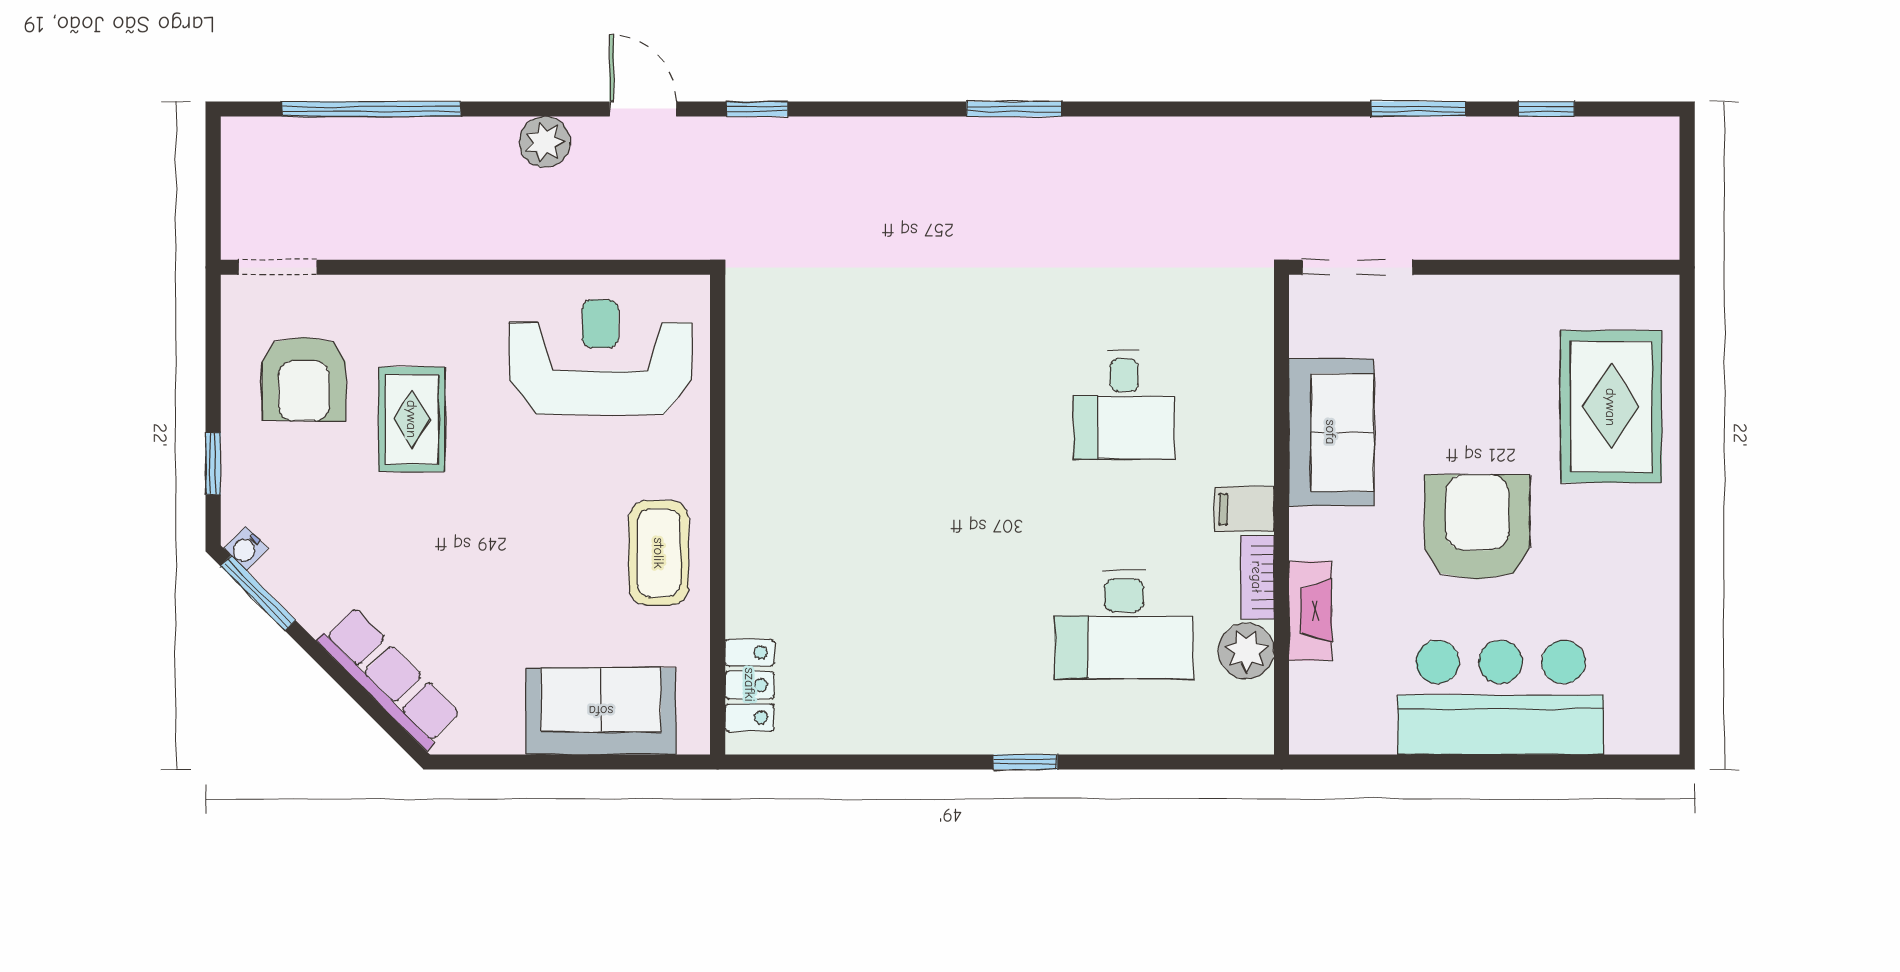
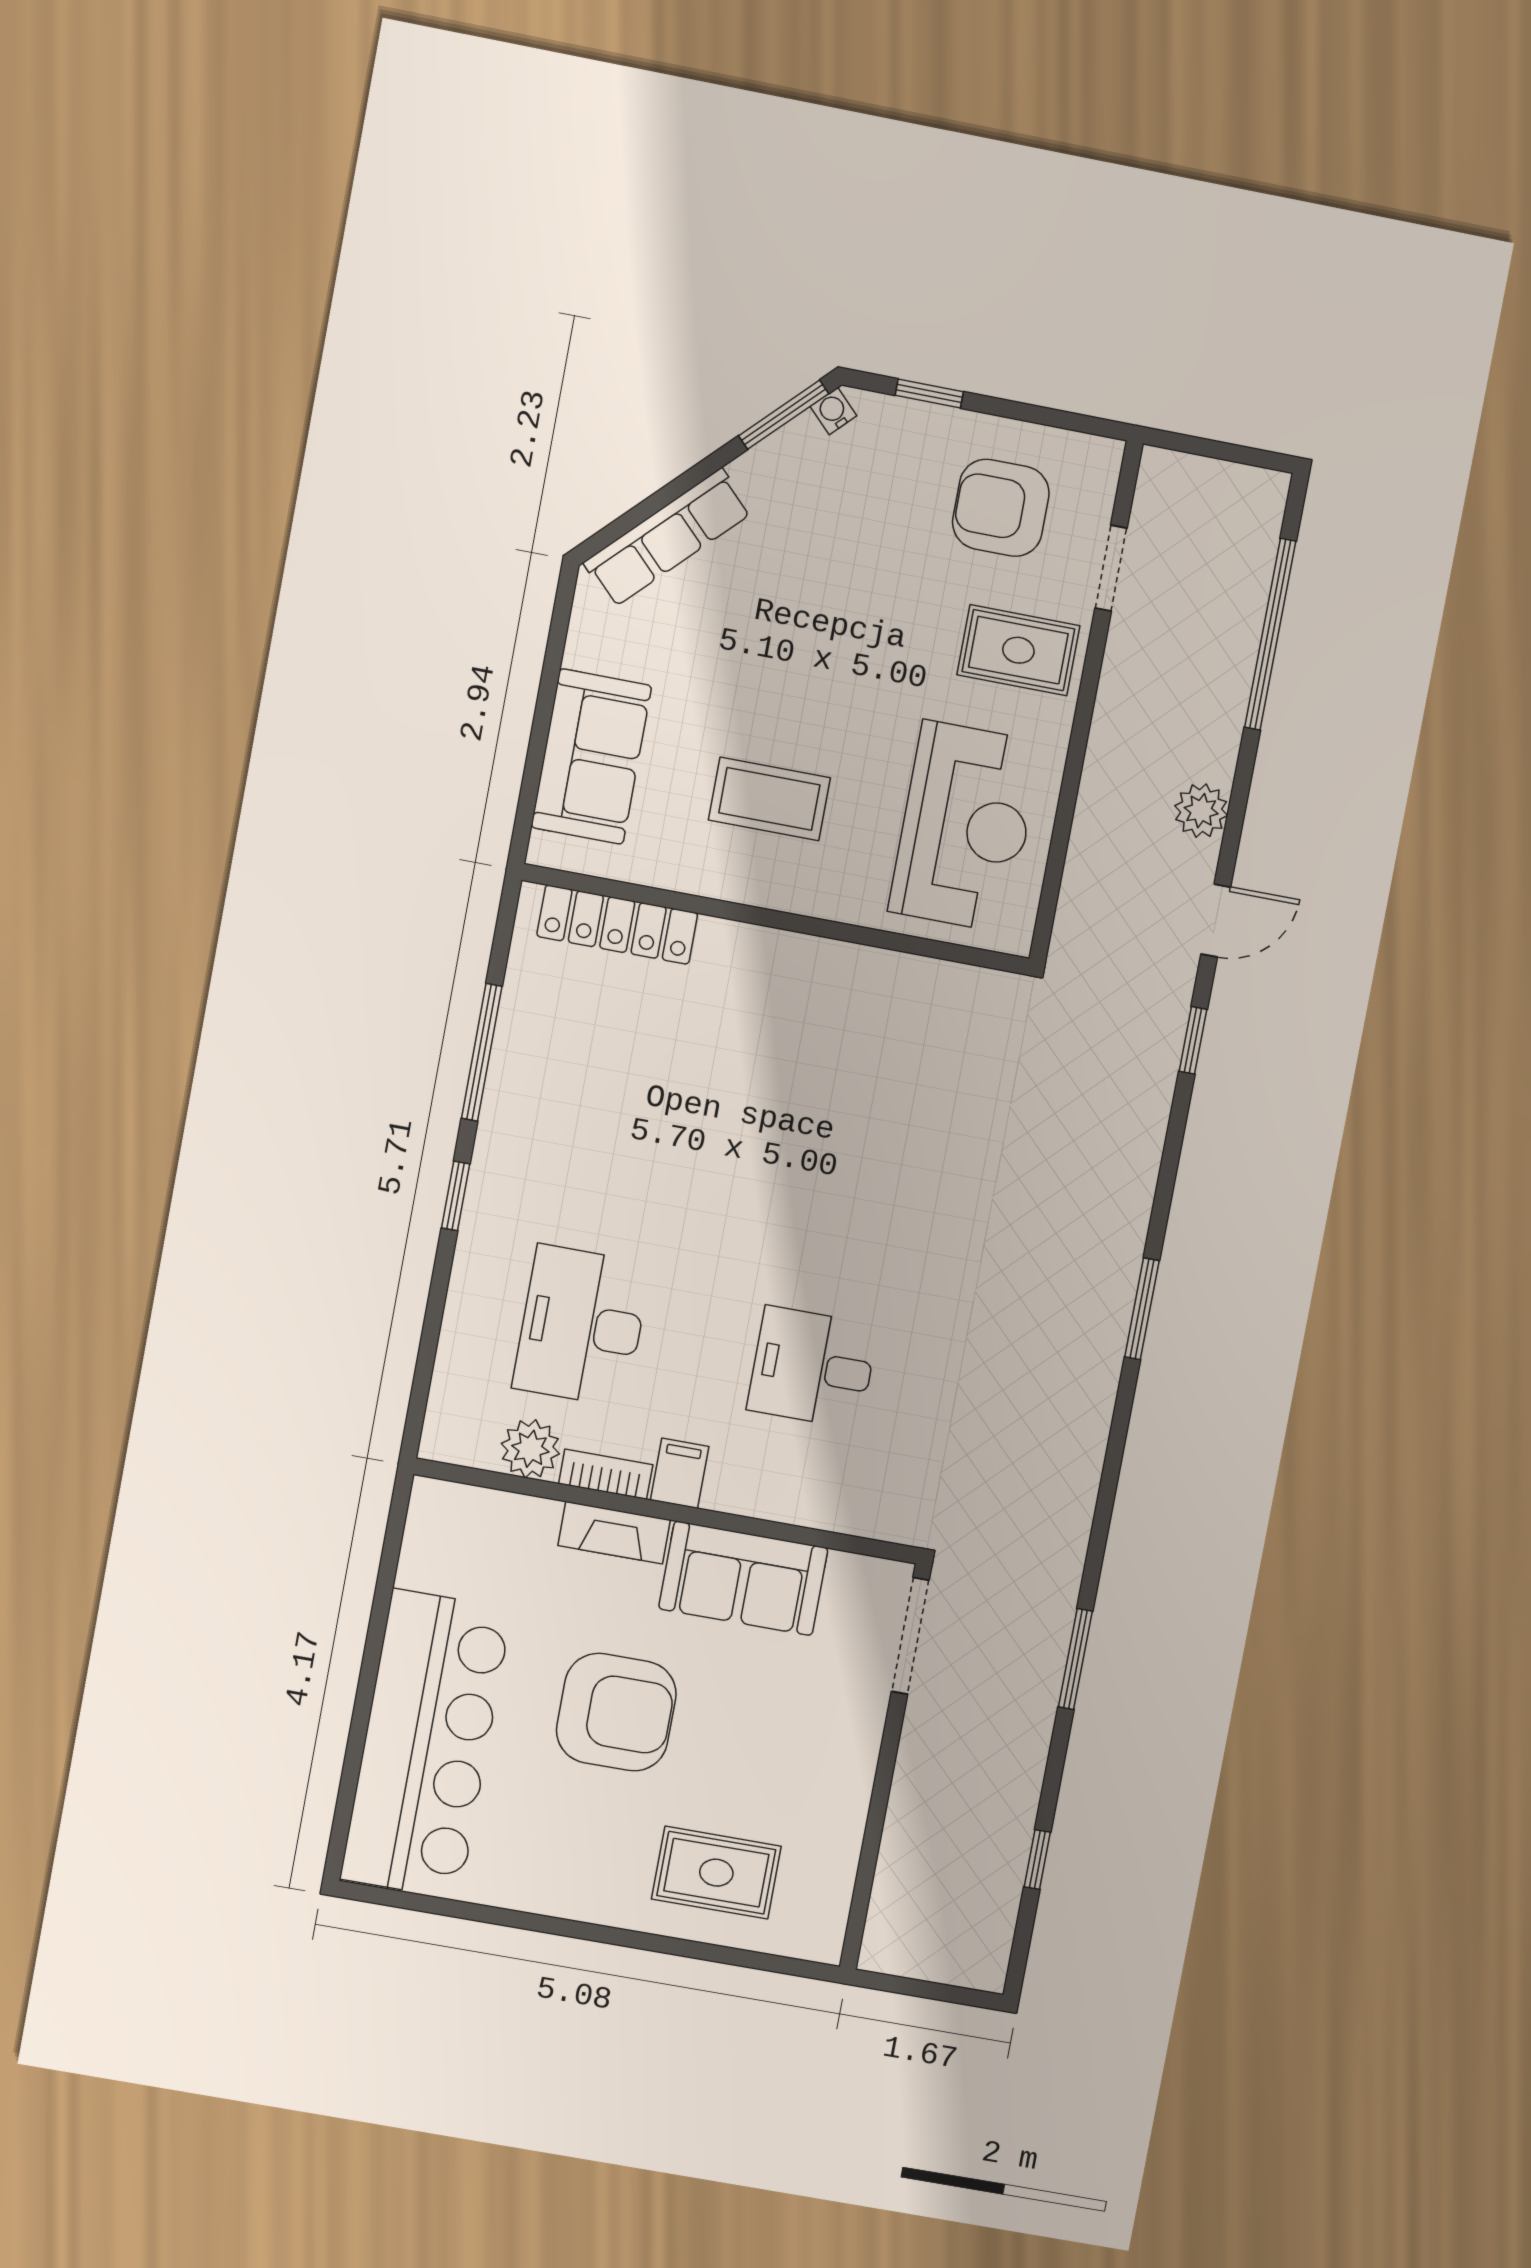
window: (1418, 109) -> (1075, 1659), moved
doorway: (278, 267) -> (1111, 568), moved
rug: (1611, 407) -> (716, 1873), width x0.73, depth x0.70
rug: (412, 419) -> (1018, 650), moved
coffee table: (659, 553) -> (769, 799), moved
fireplace: (1310, 611) -> (614, 1533), moved
locker: (750, 685) -> (617, 925), width x1.53
bar counter: (1501, 697) -> (426, 1744), width x1.36
window: (889, 762) -> (482, 1052), added

